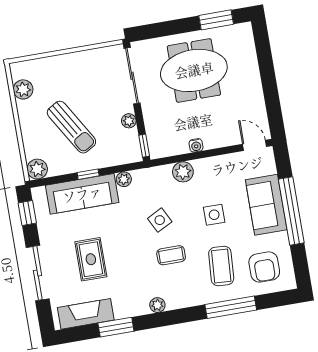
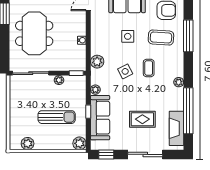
sun lounger: (71, 127) -> (57, 117), turned 31
plant: (183, 172) -> (97, 62), moved
window: (116, 327) -> (188, 111), width x2.11

